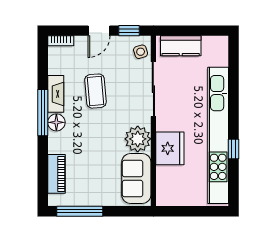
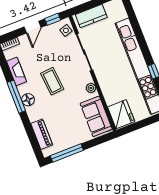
coffee table: (95, 91) -> (52, 81), moved
fireplace: (56, 94) -> (17, 71), moved
plant: (138, 139) -> (91, 88), width x0.53, depth x0.53
fridge: (170, 148) -> (121, 114), moved

